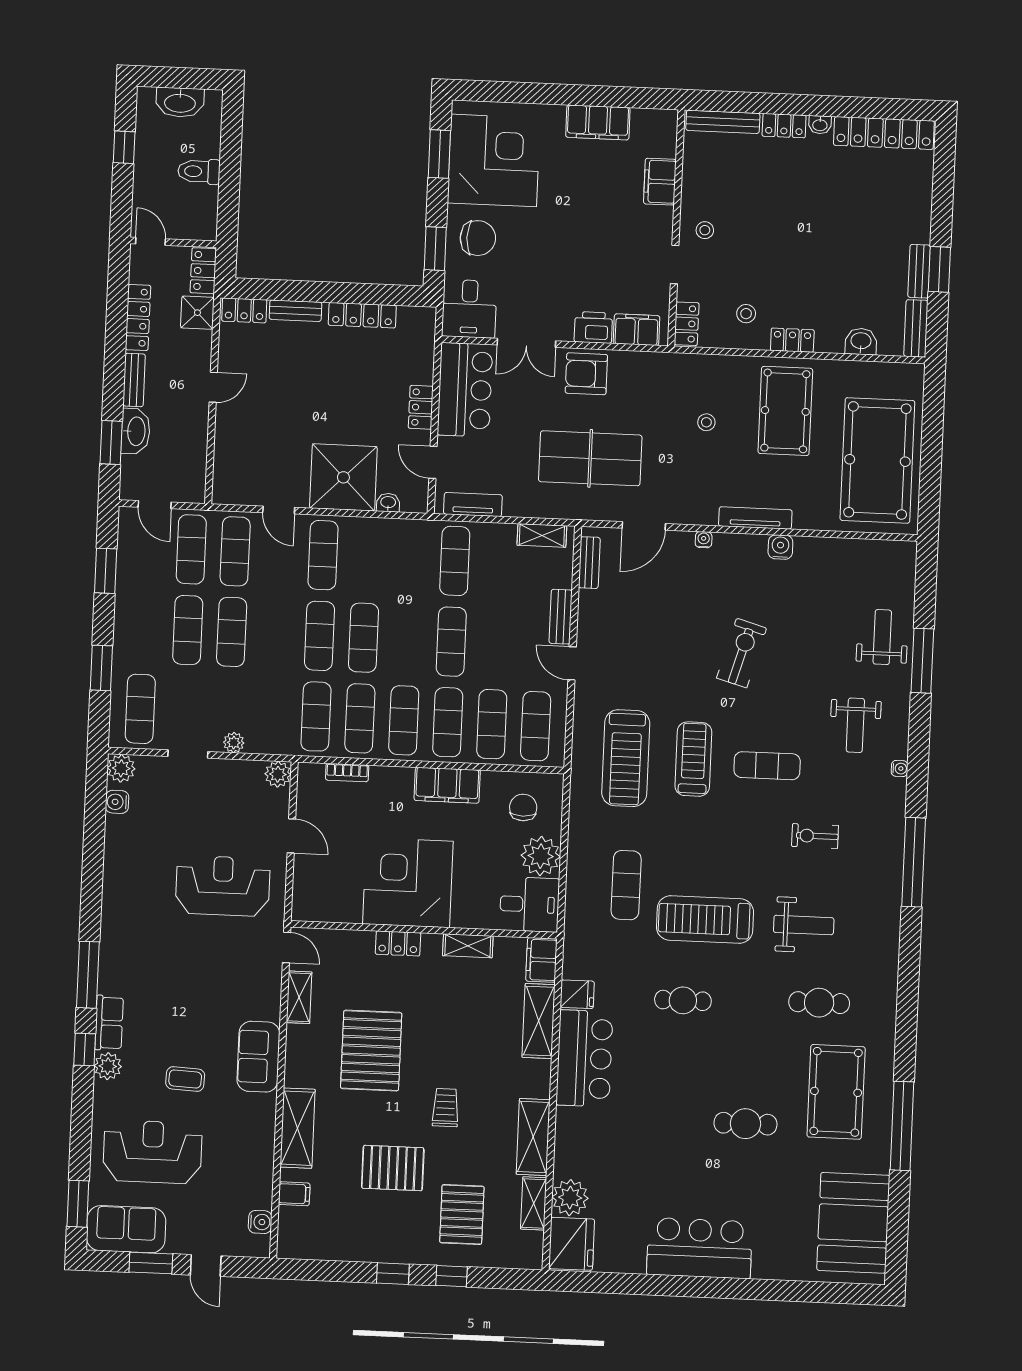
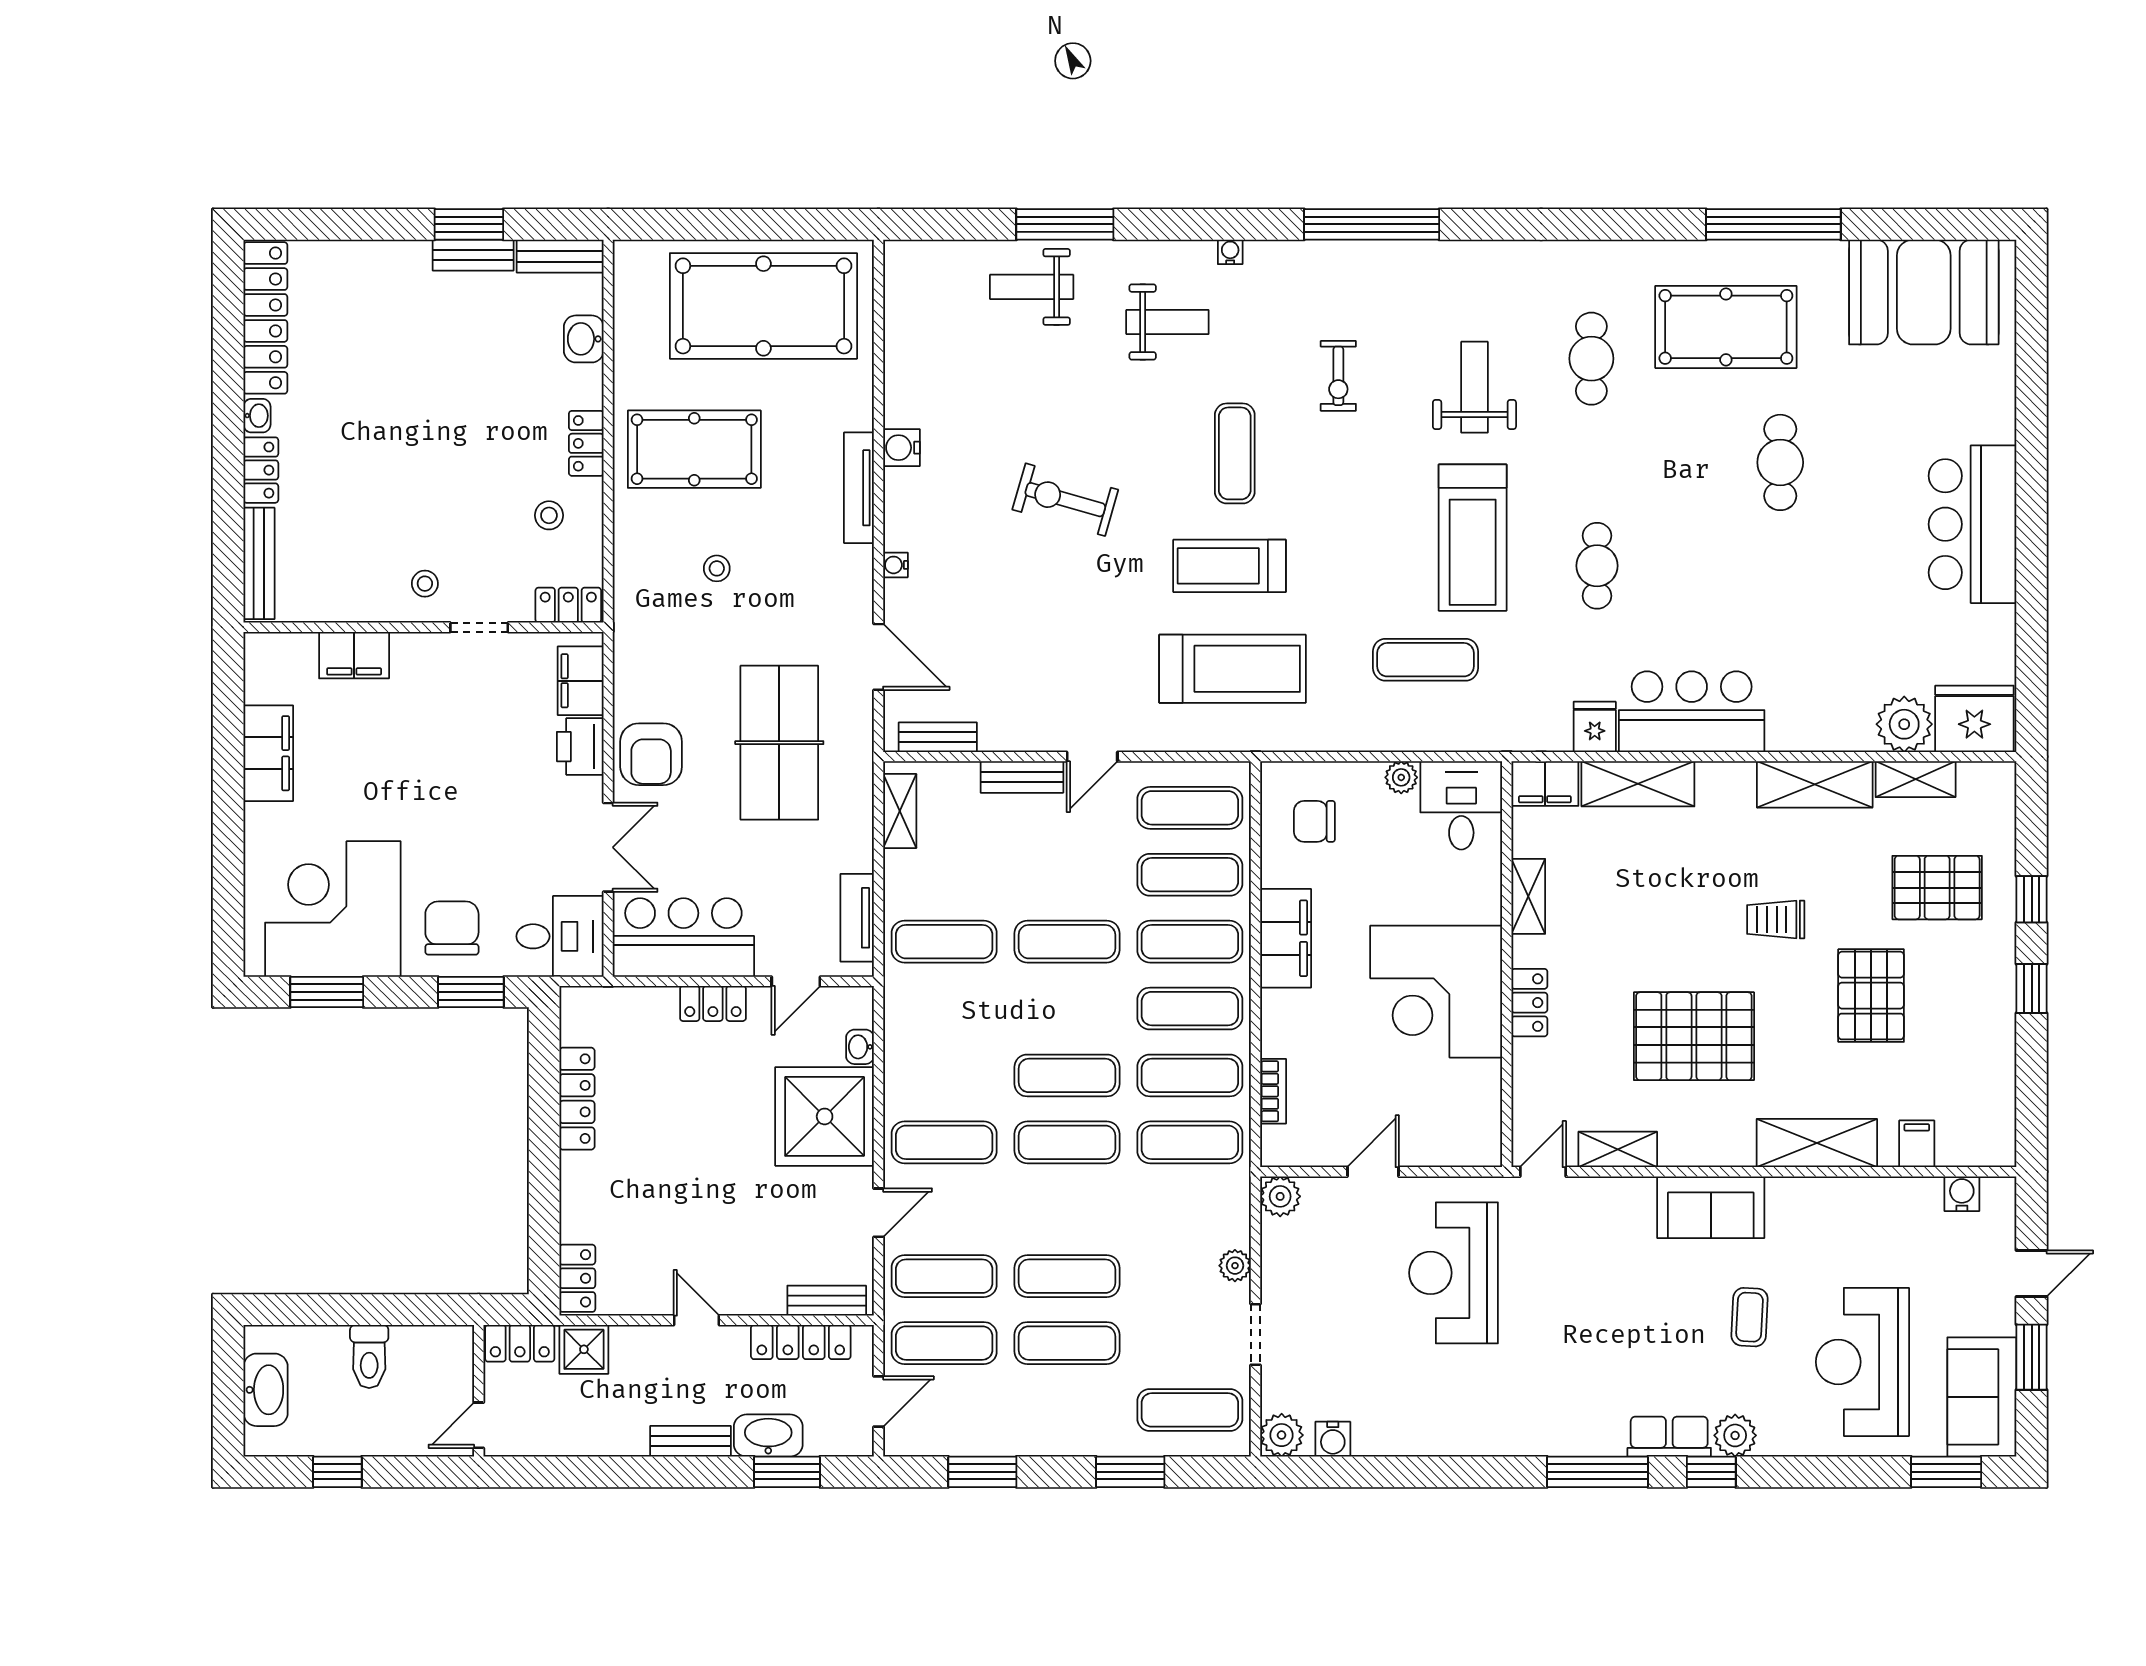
bench: (295, 311) -> (827, 1301), moved, turned 90
locker: (138, 317) -> (801, 1342), moved, turned 180
plant: (541, 856) -> (1401, 777), width x0.53, depth x0.53

